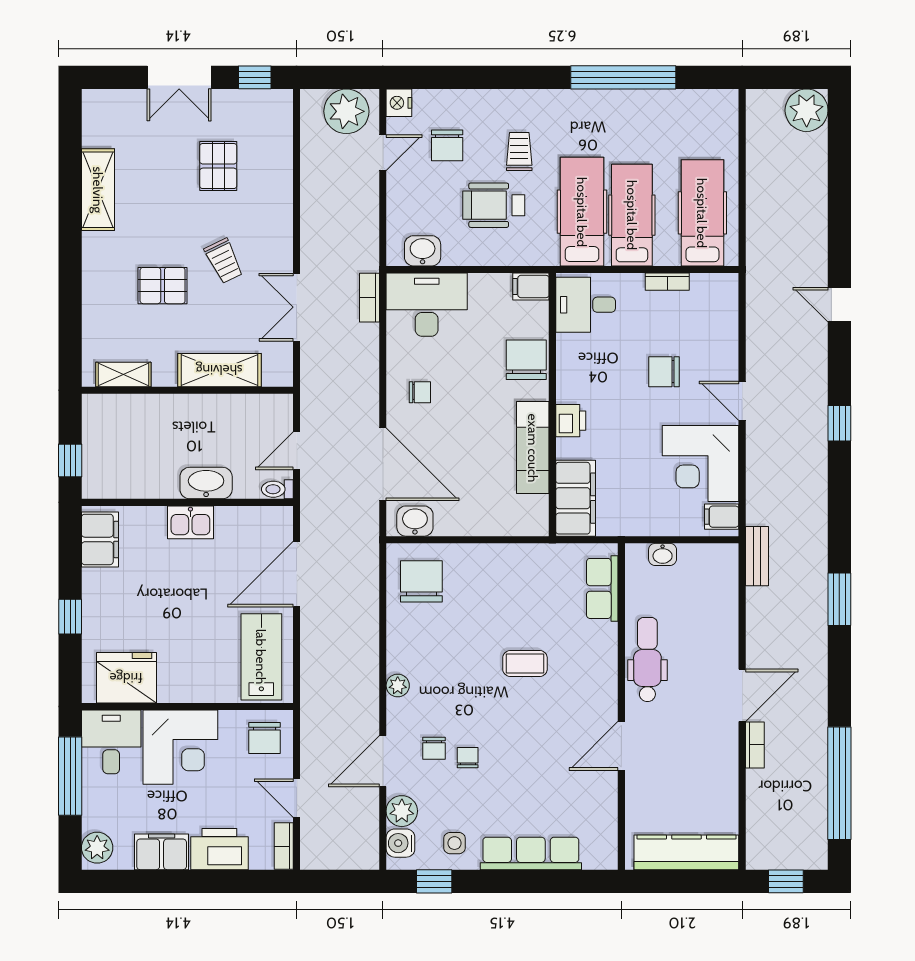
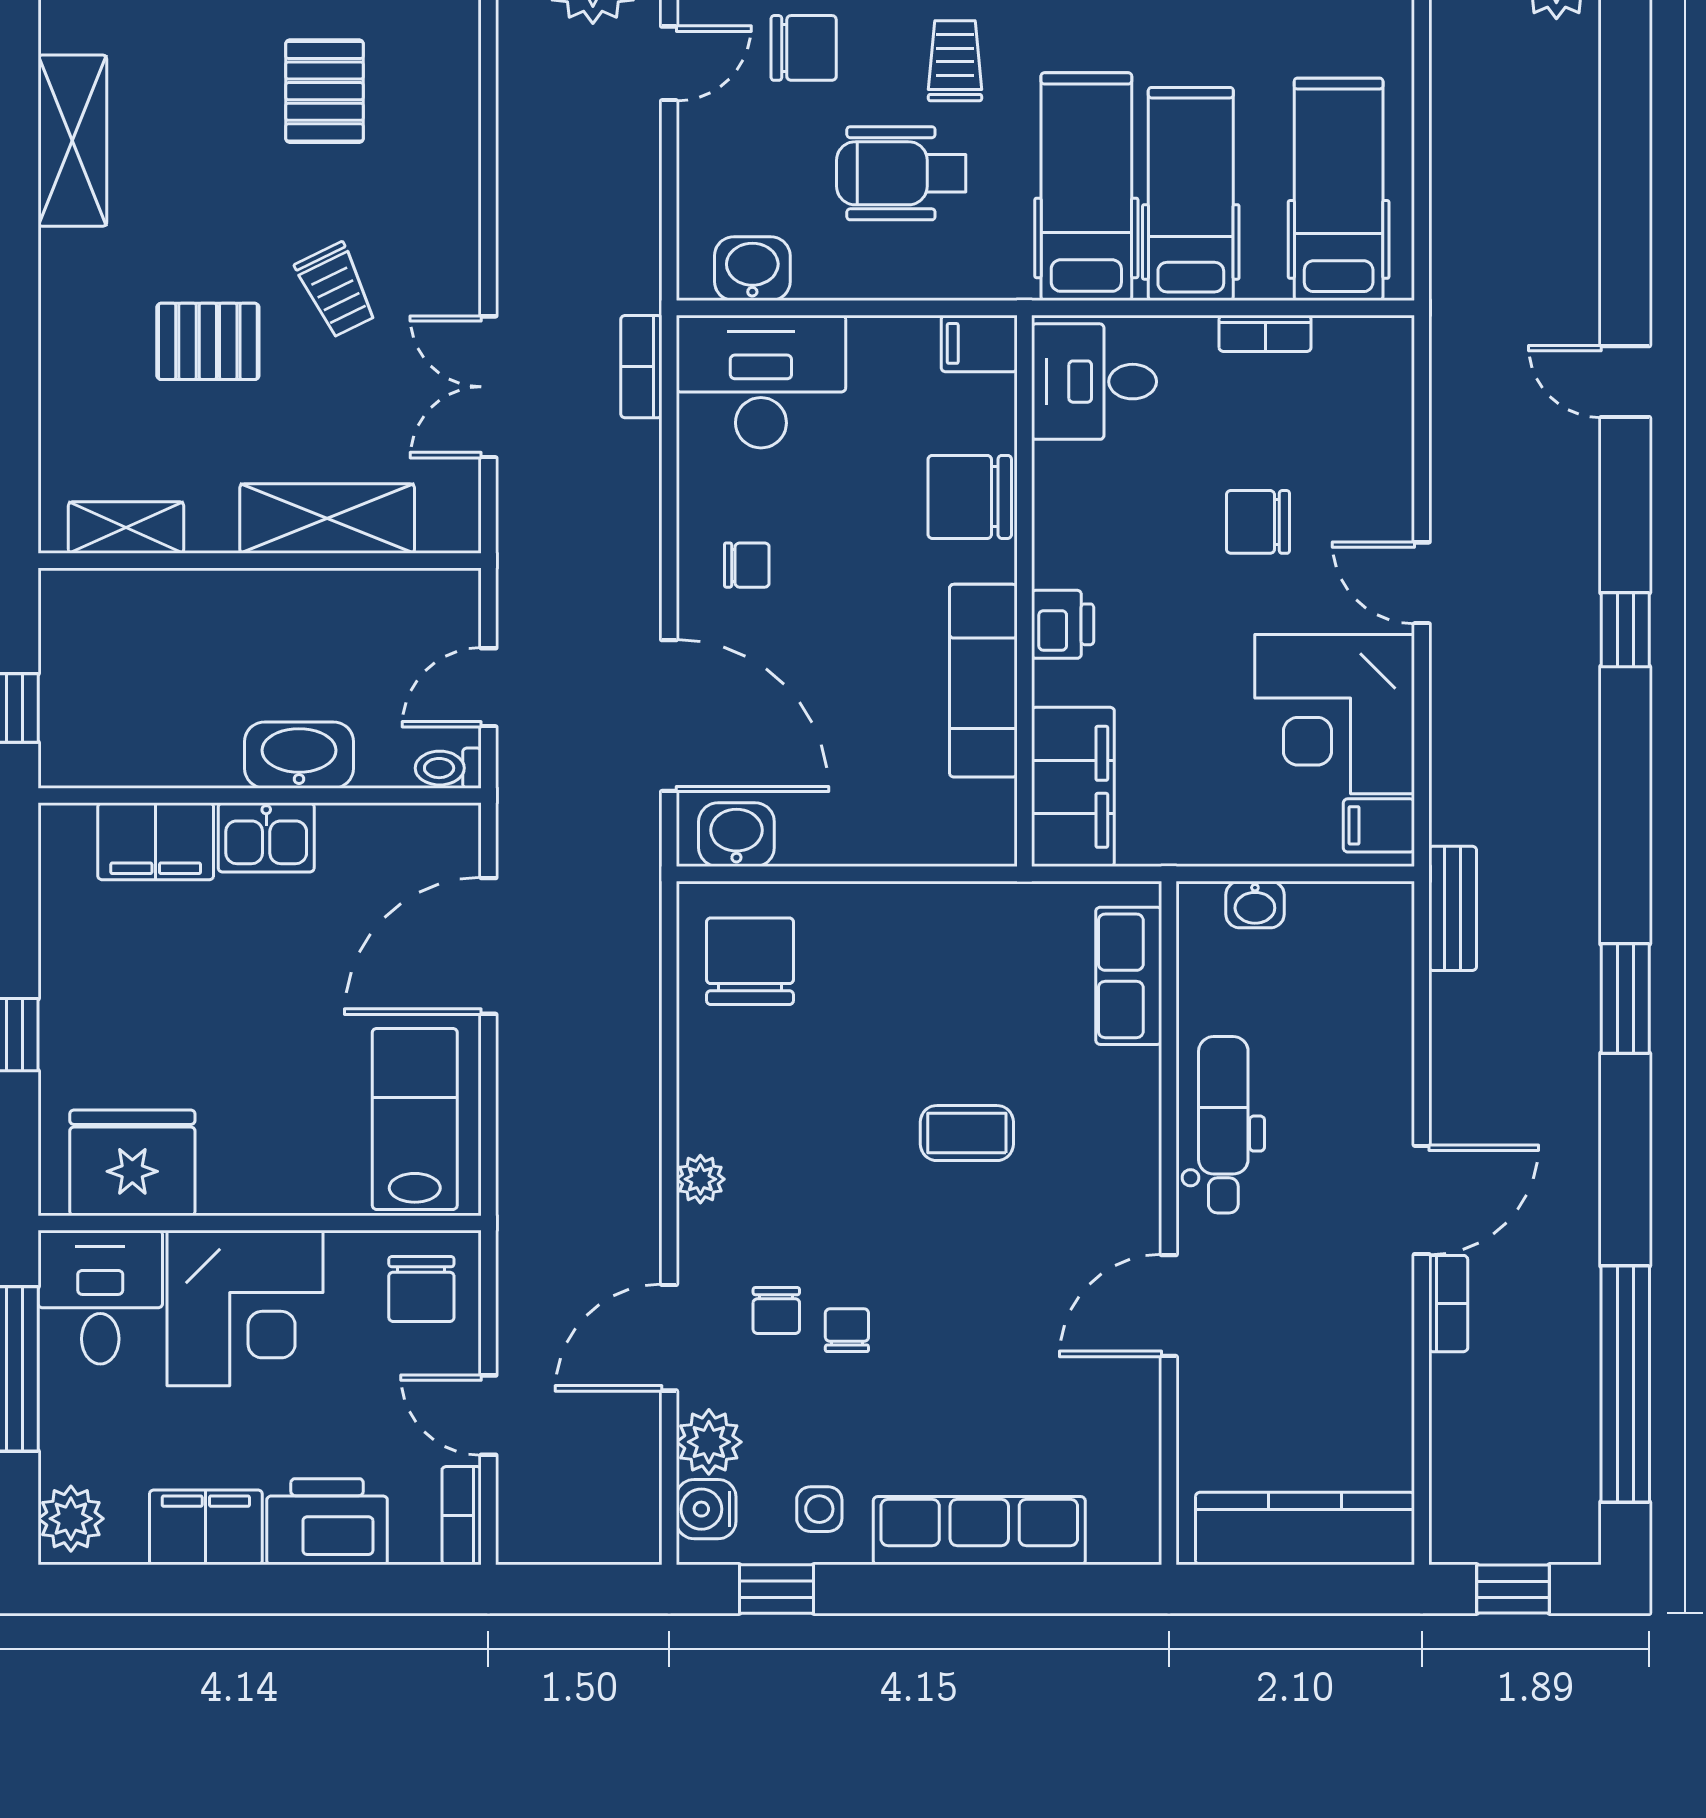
chair: (447, 145) -> (804, 48), turned -90
chair: (526, 360) -> (970, 497), turned -90
filing cabinet: (100, 539) -> (156, 841), moved, turned 90

